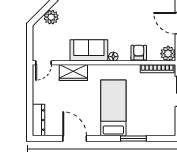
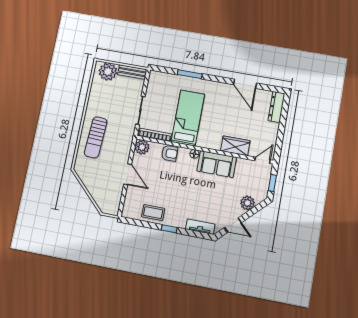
window: (30, 42) -> (272, 183), added
armchair: (139, 53) -> (169, 153), turned -90
bed: (113, 108) -> (188, 118), moved, turned 180

